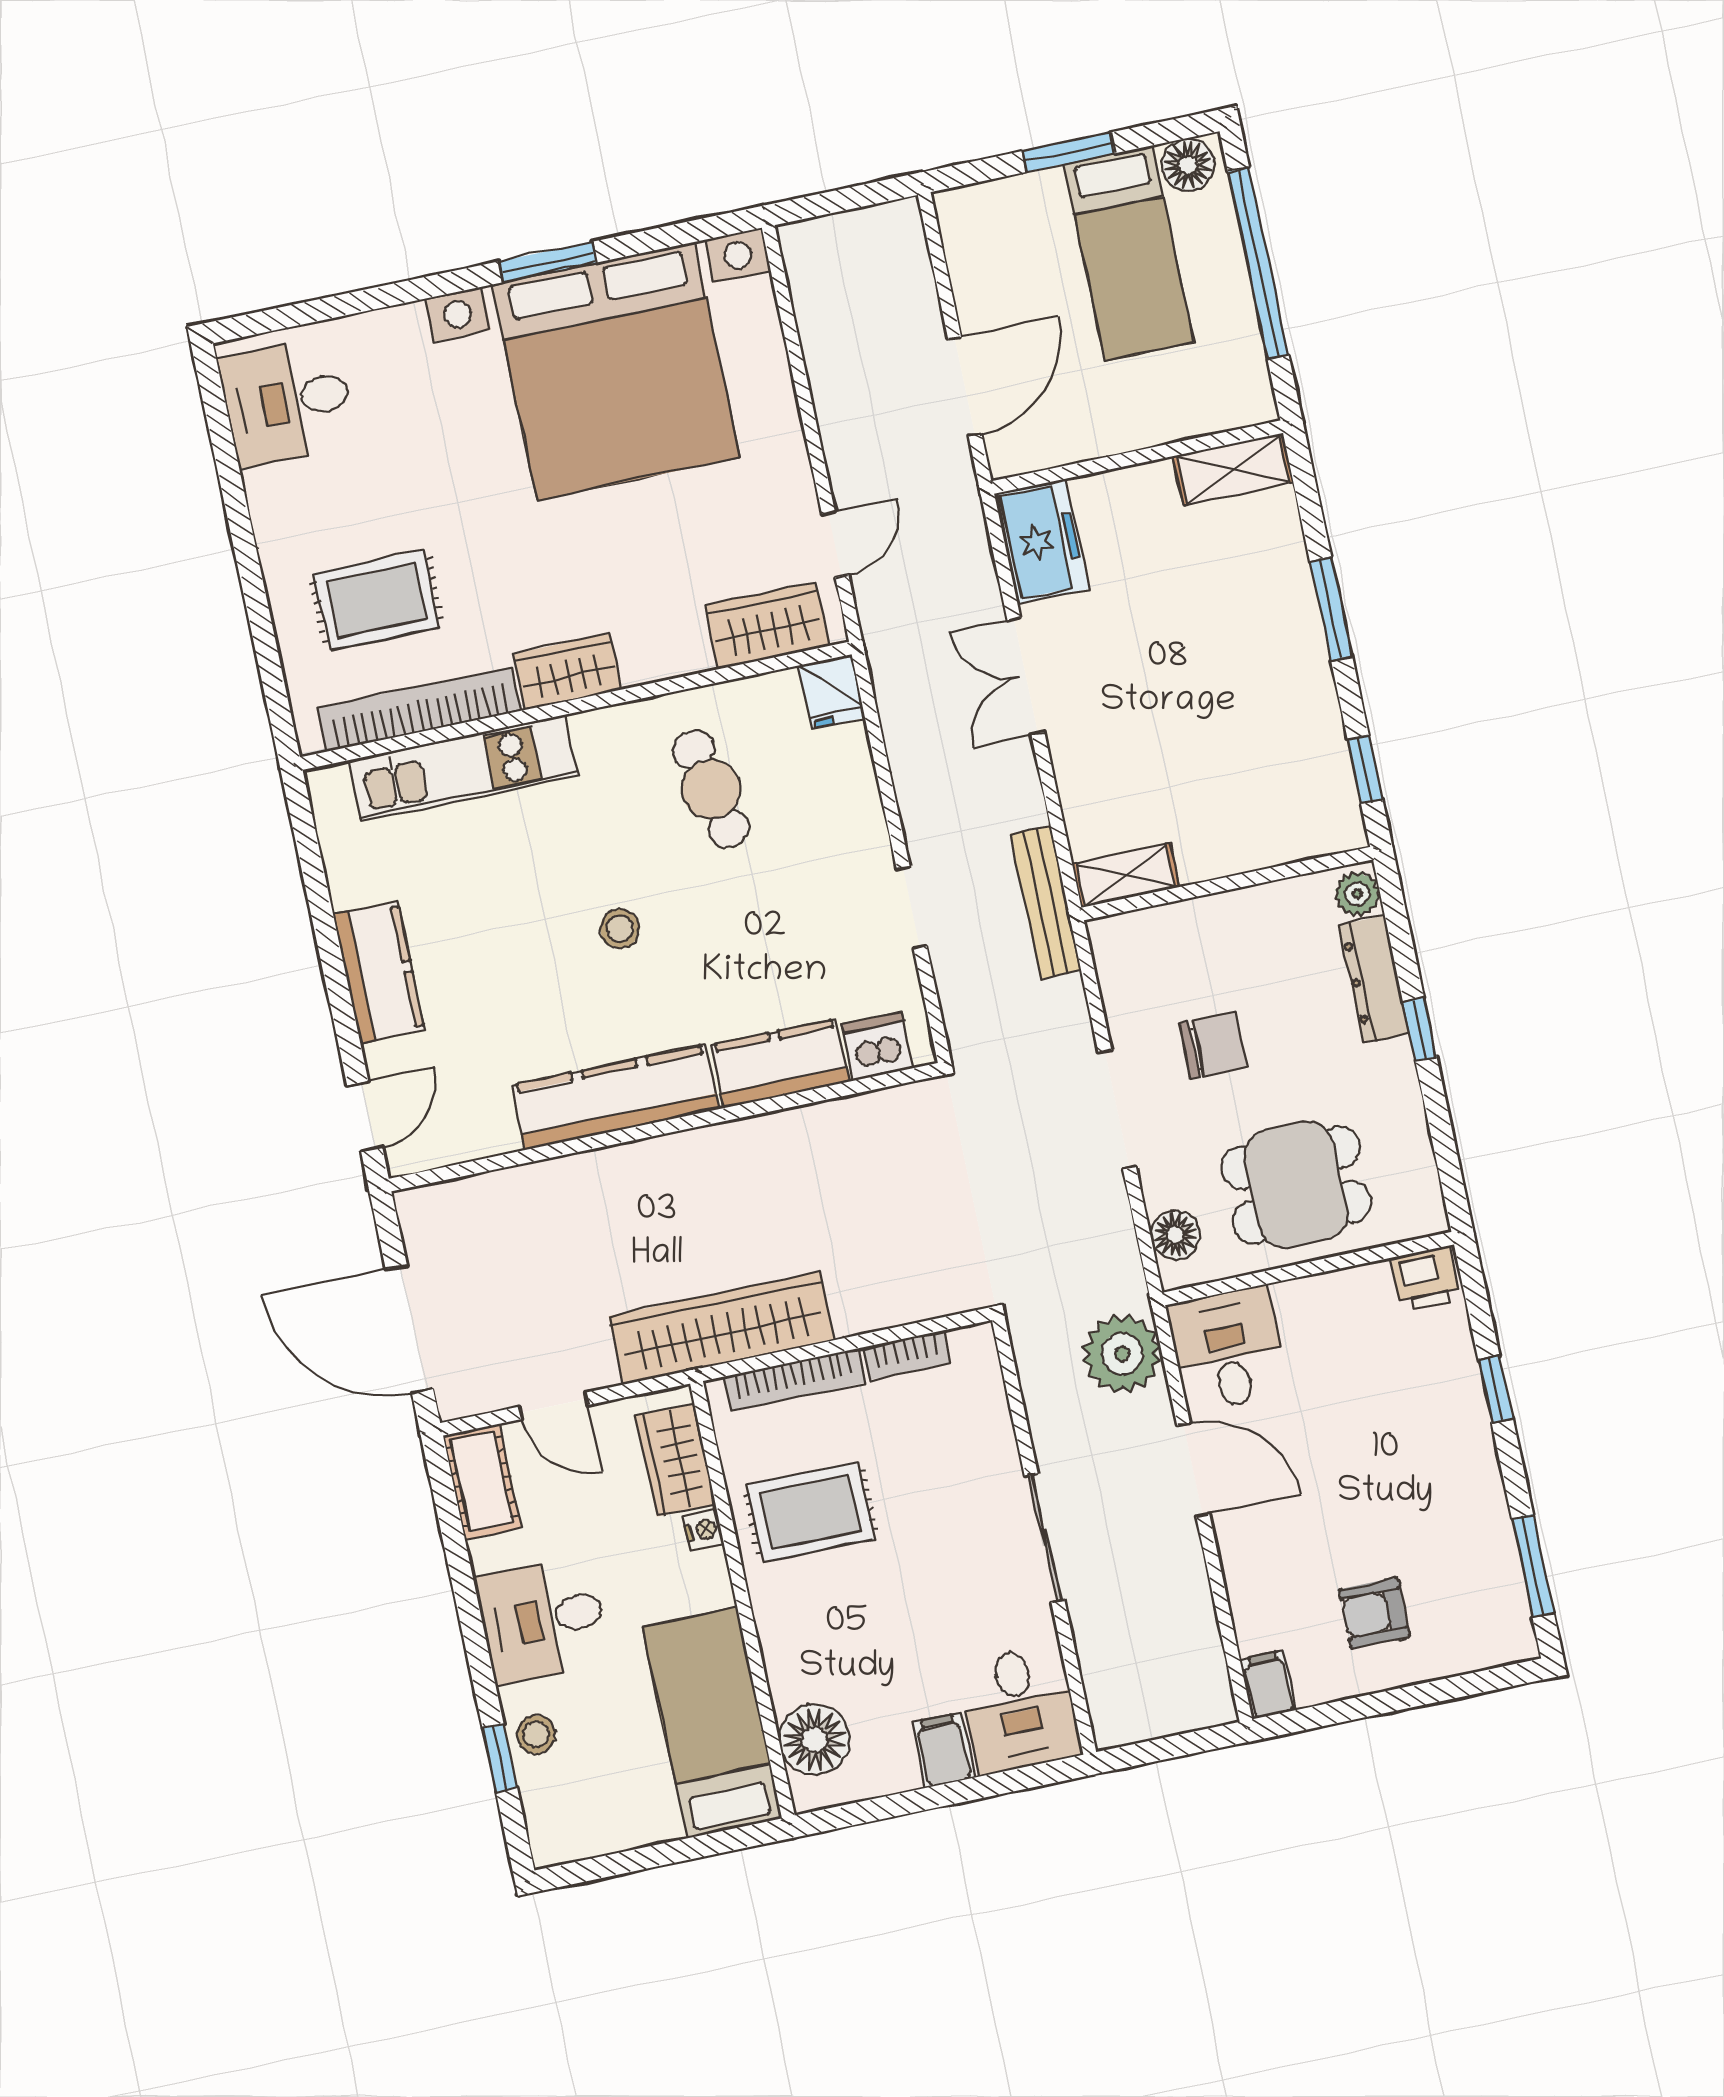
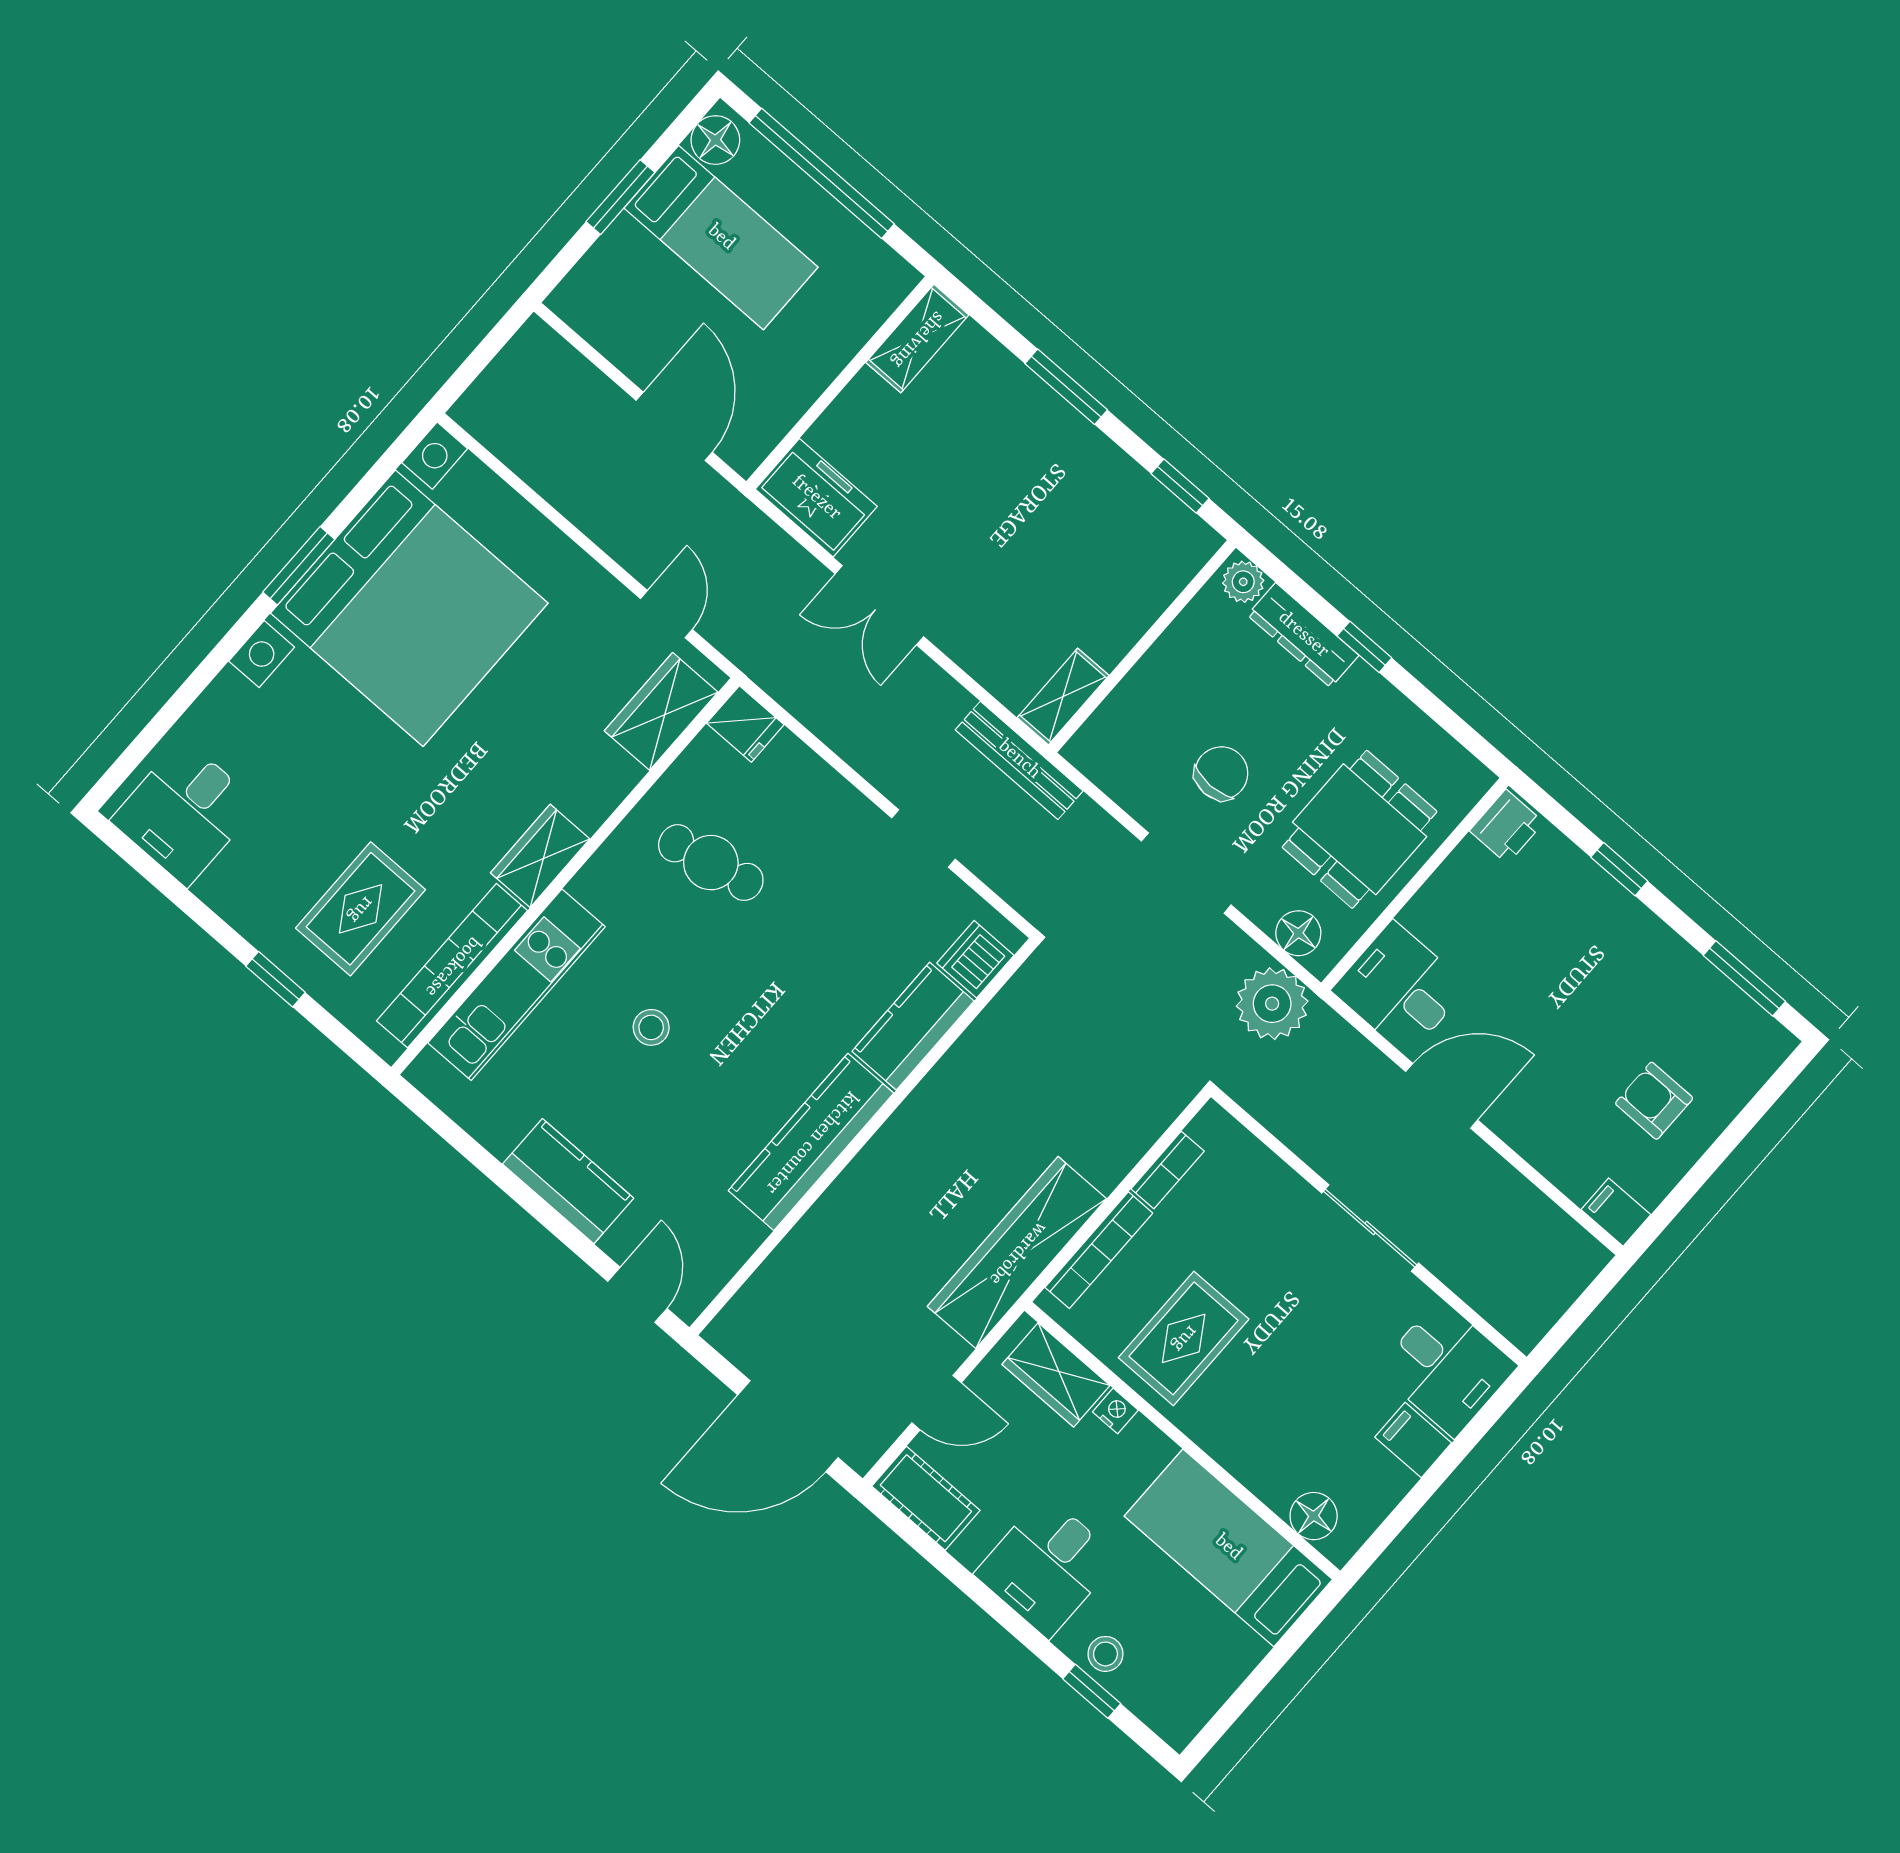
window: (257, 606) -> (276, 979), added
stool: (620, 929) -> (651, 1027), moved
plant: (1122, 1354) -> (1272, 1004), moved
armchair: (1374, 1613) -> (1654, 1101), turned 90
floor lamp: (814, 1739) -> (1314, 1516), width x0.73, depth x0.73

